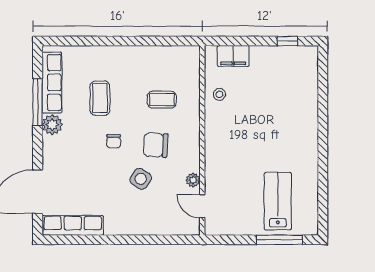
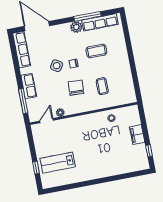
filing cabinet: (233, 56) -> (137, 135), moved
side table: (141, 179) -> (57, 66), moved
lab bench: (278, 201) -> (58, 163), turned 180
row of seats: (137, 225) -> (29, 86), added
window: (161, 240) -> (23, 101), added
window: (279, 240) -> (36, 168), width x0.46

